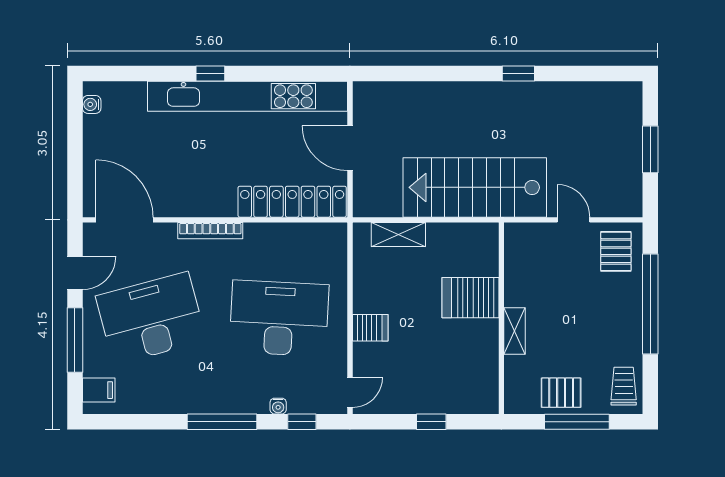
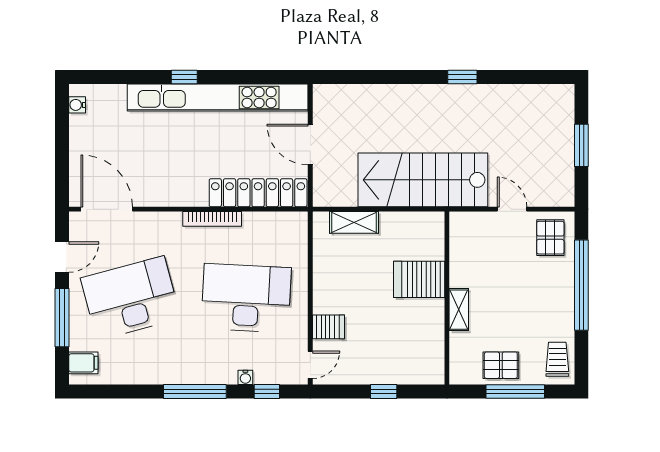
bookcase: (210, 231) -> (212, 219), moved
server rack: (370, 328) -> (328, 327), moved

